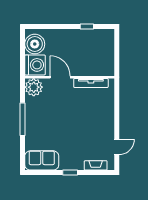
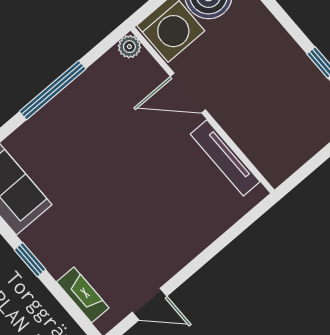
door: (60, 77) -> (188, 93), swing flipped
plant: (34, 87) -> (129, 47), width x0.53, depth x0.53

